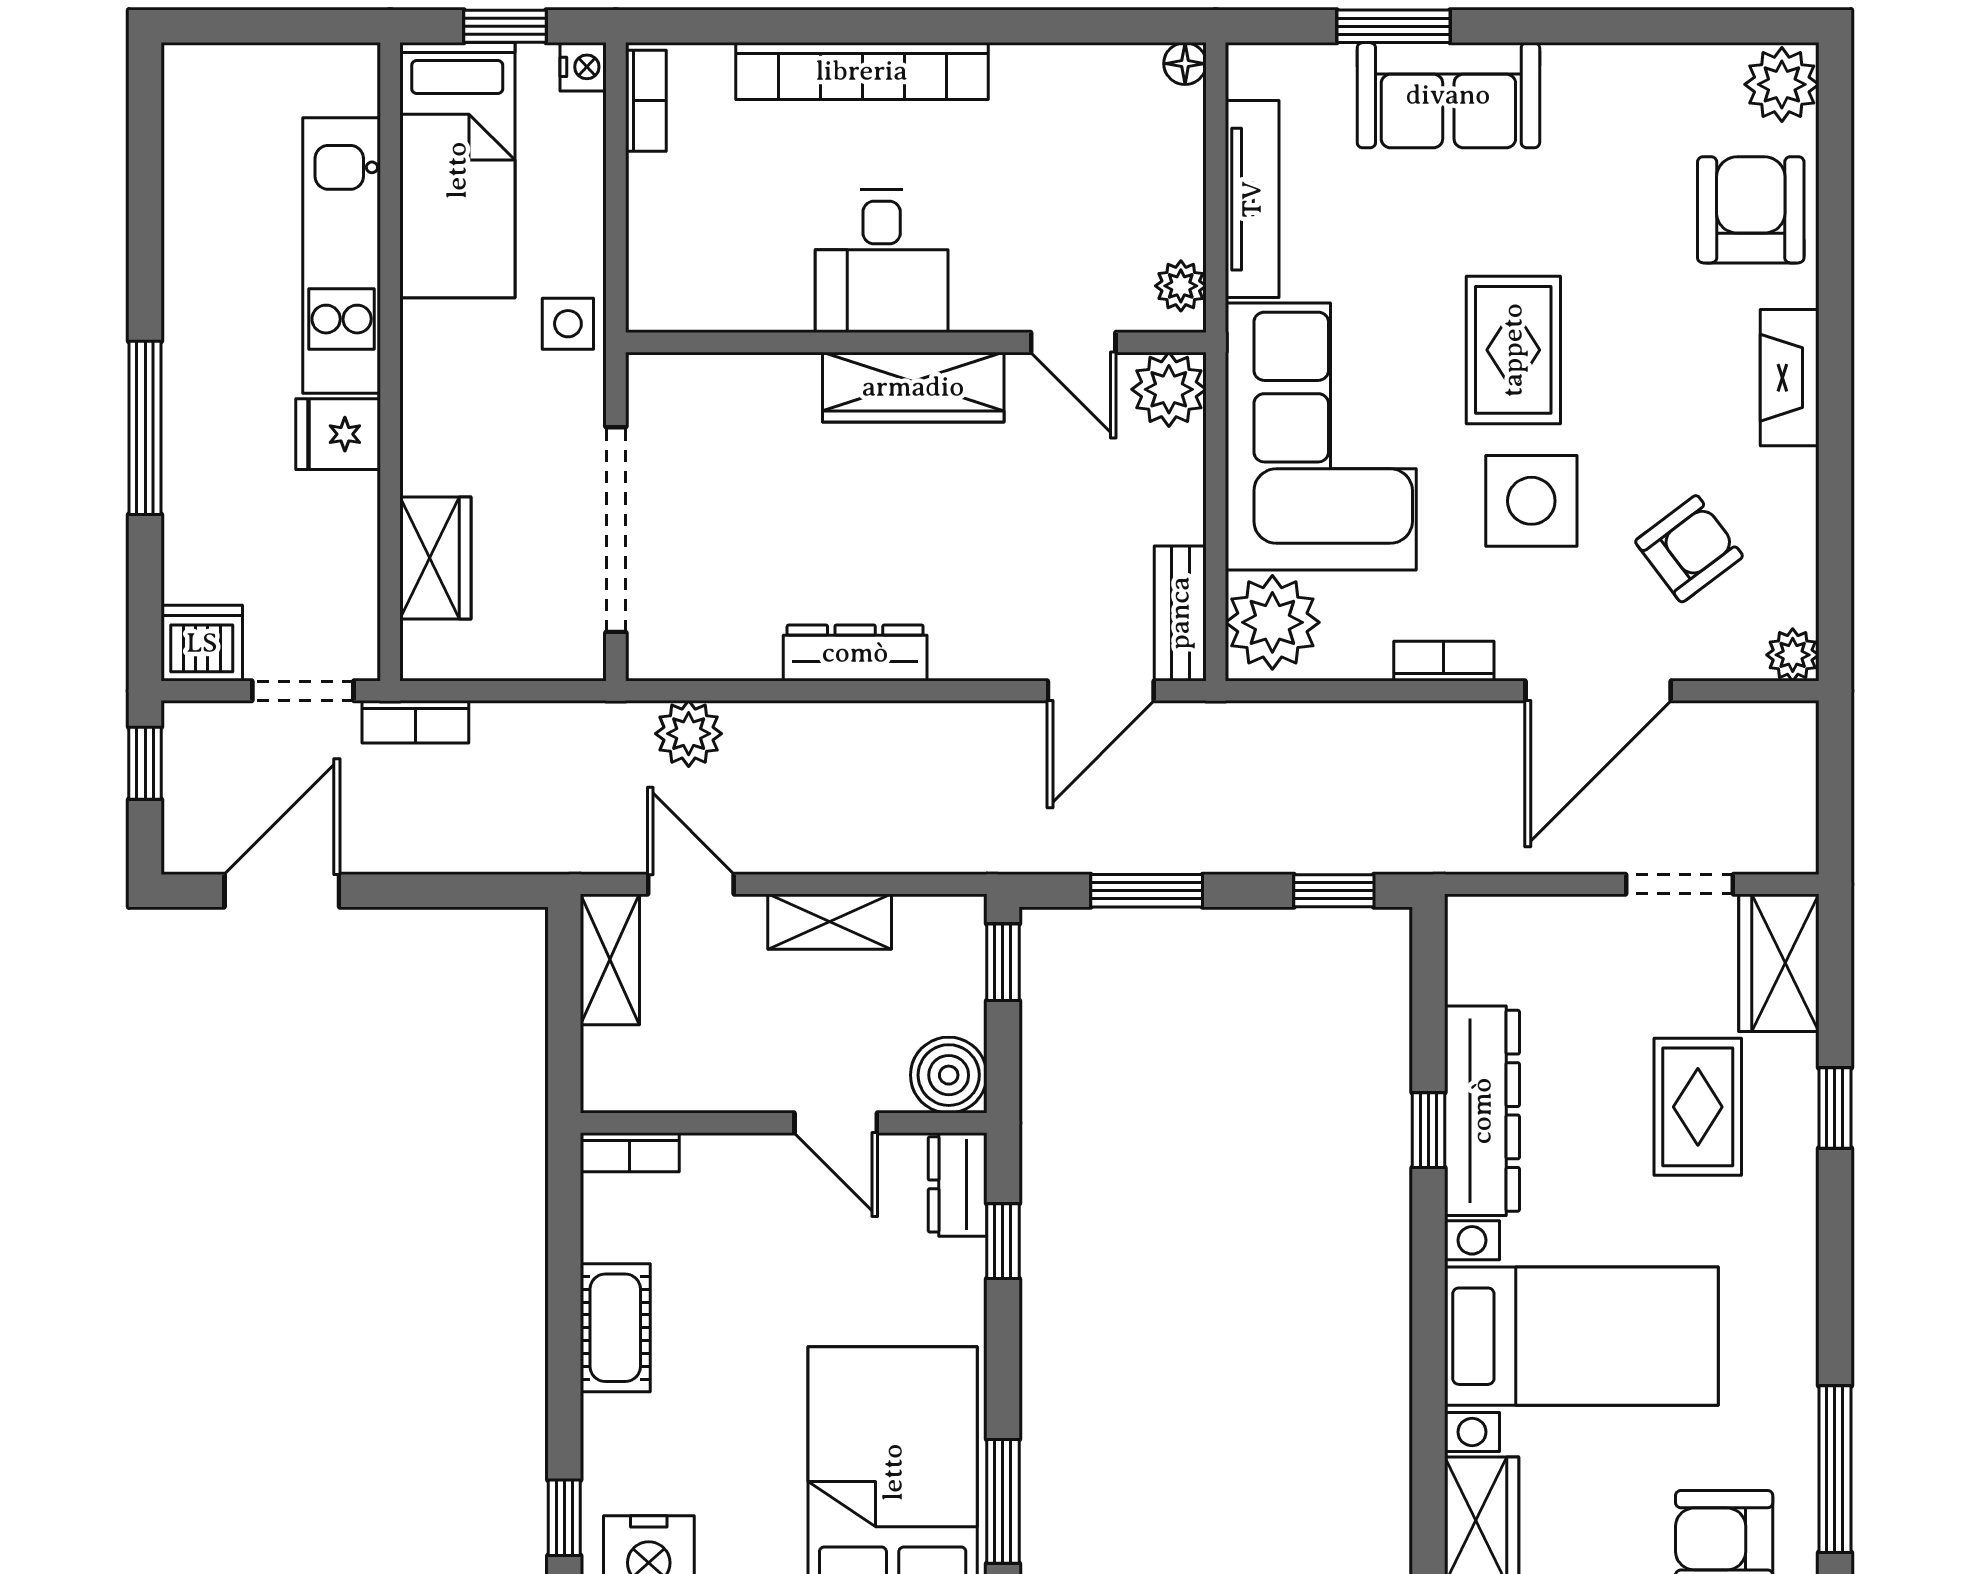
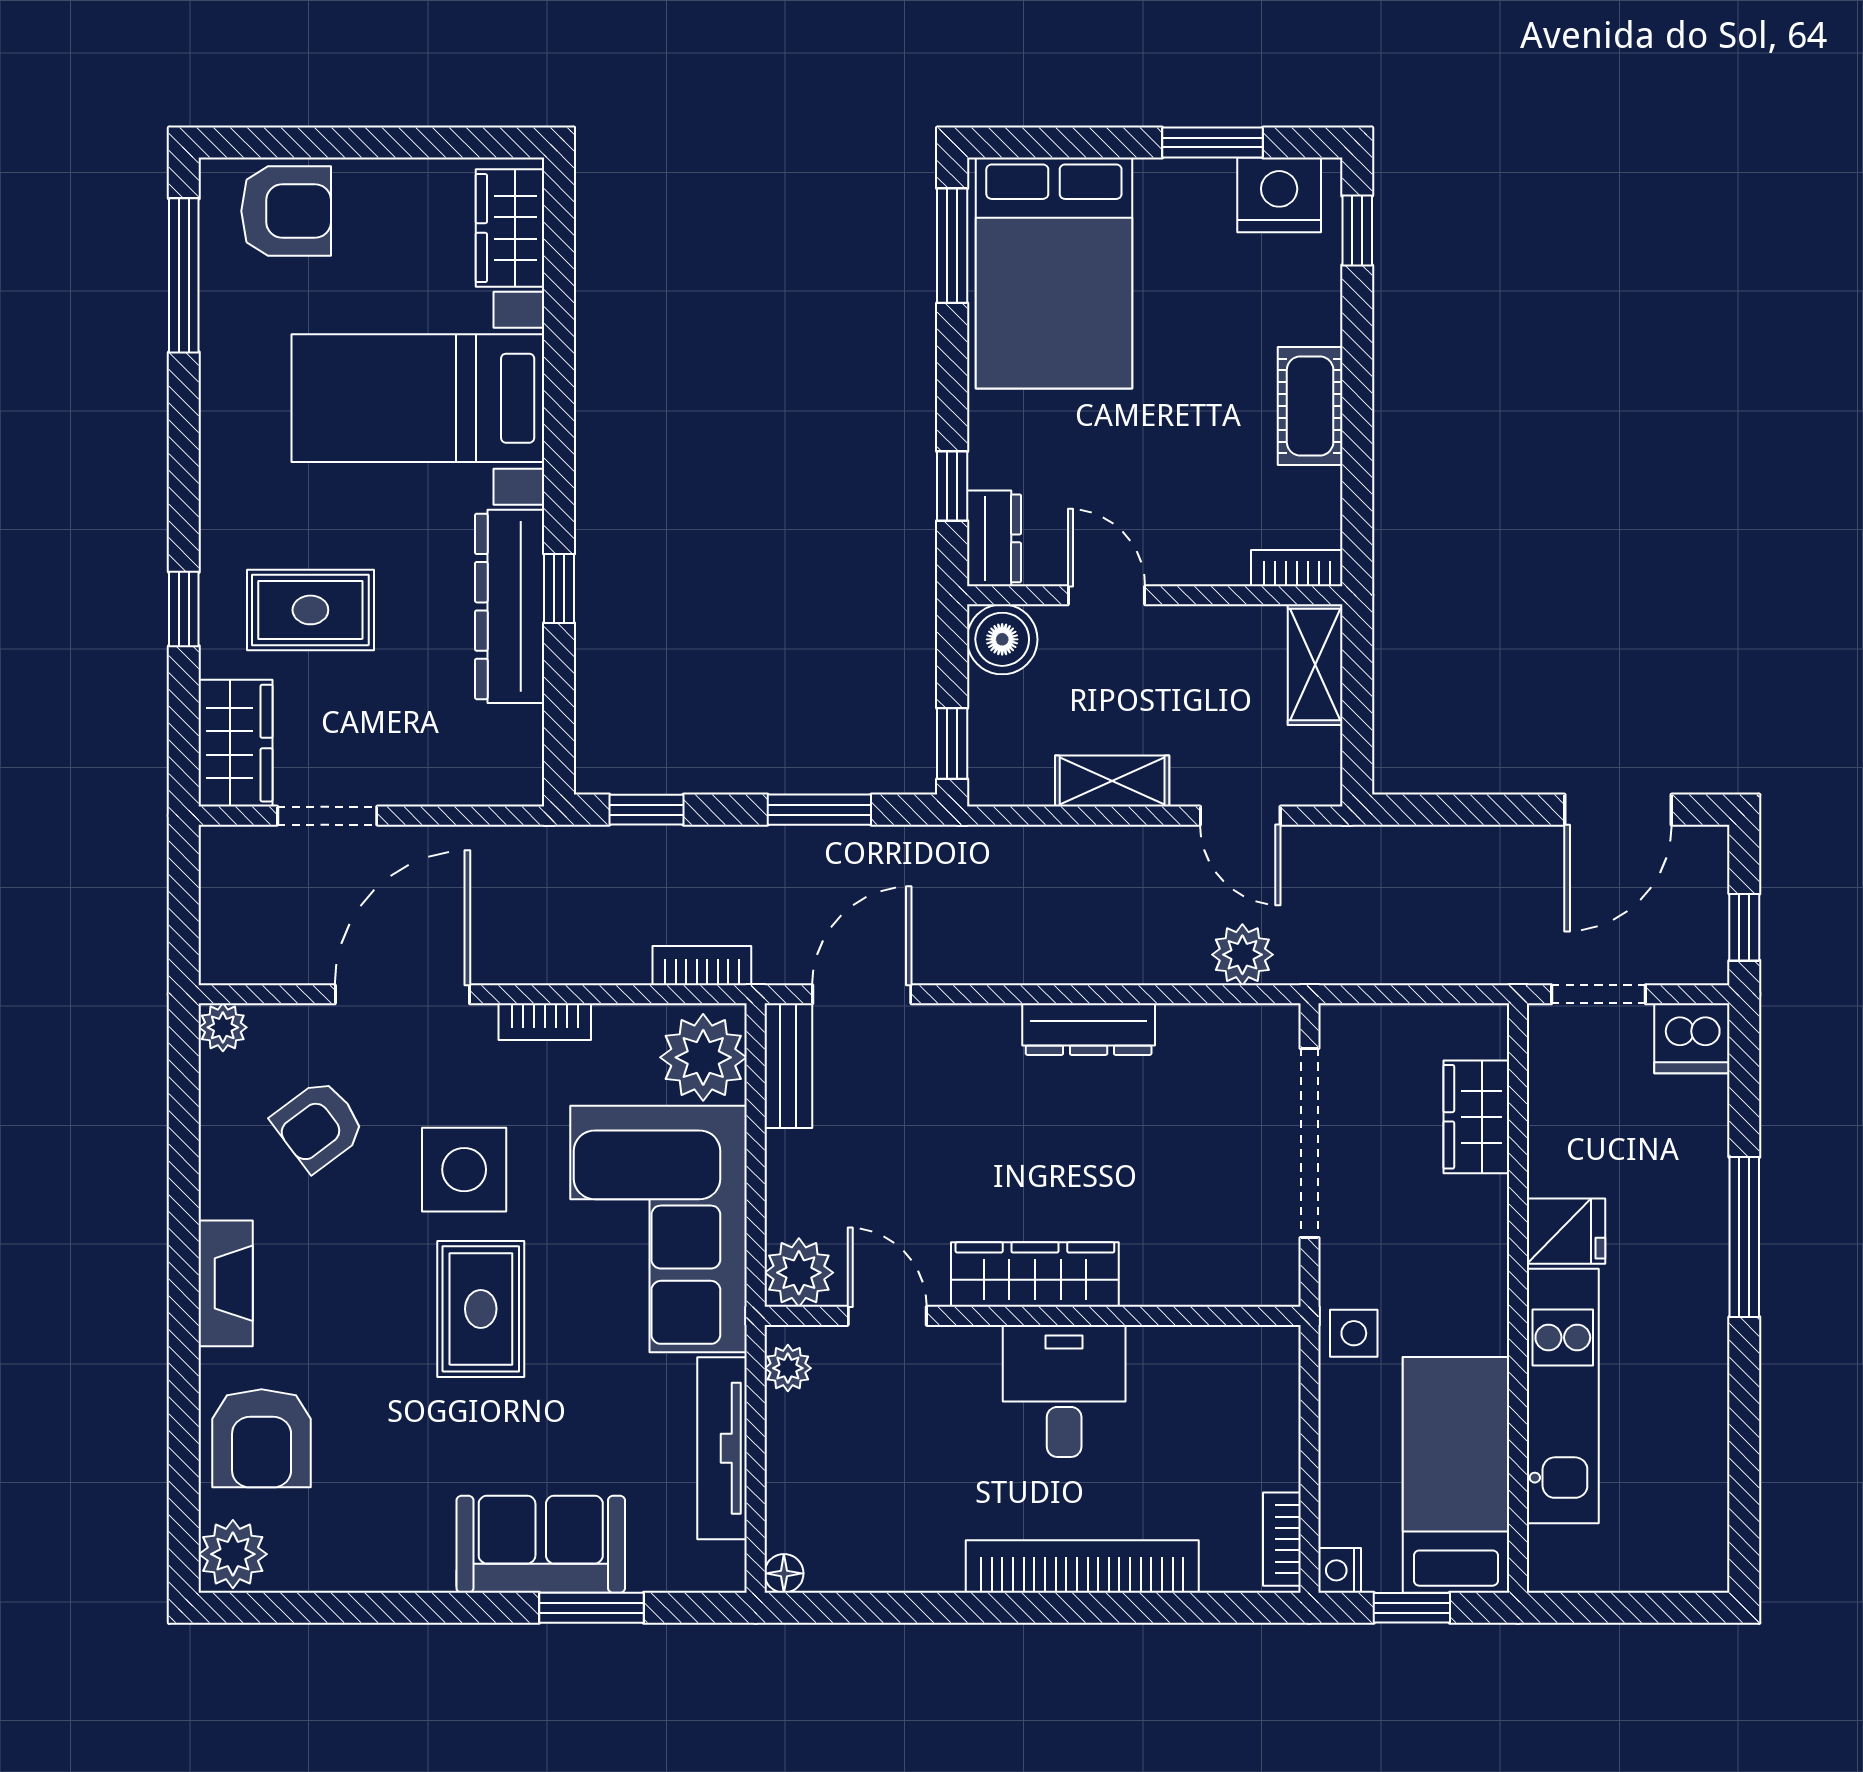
bookcase: (415, 722) -> (702, 966), moved
shelving: (610, 959) -> (1315, 665), moved
rug: (1698, 1107) -> (310, 610), turned 90

